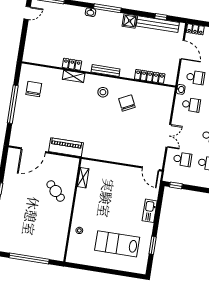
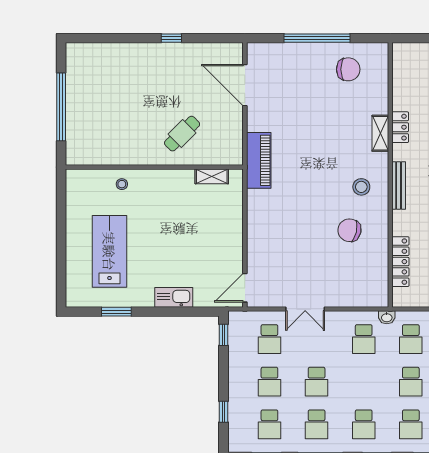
chair: (127, 103) -> (349, 230), turned -141
piano: (66, 147) -> (259, 160), moved

